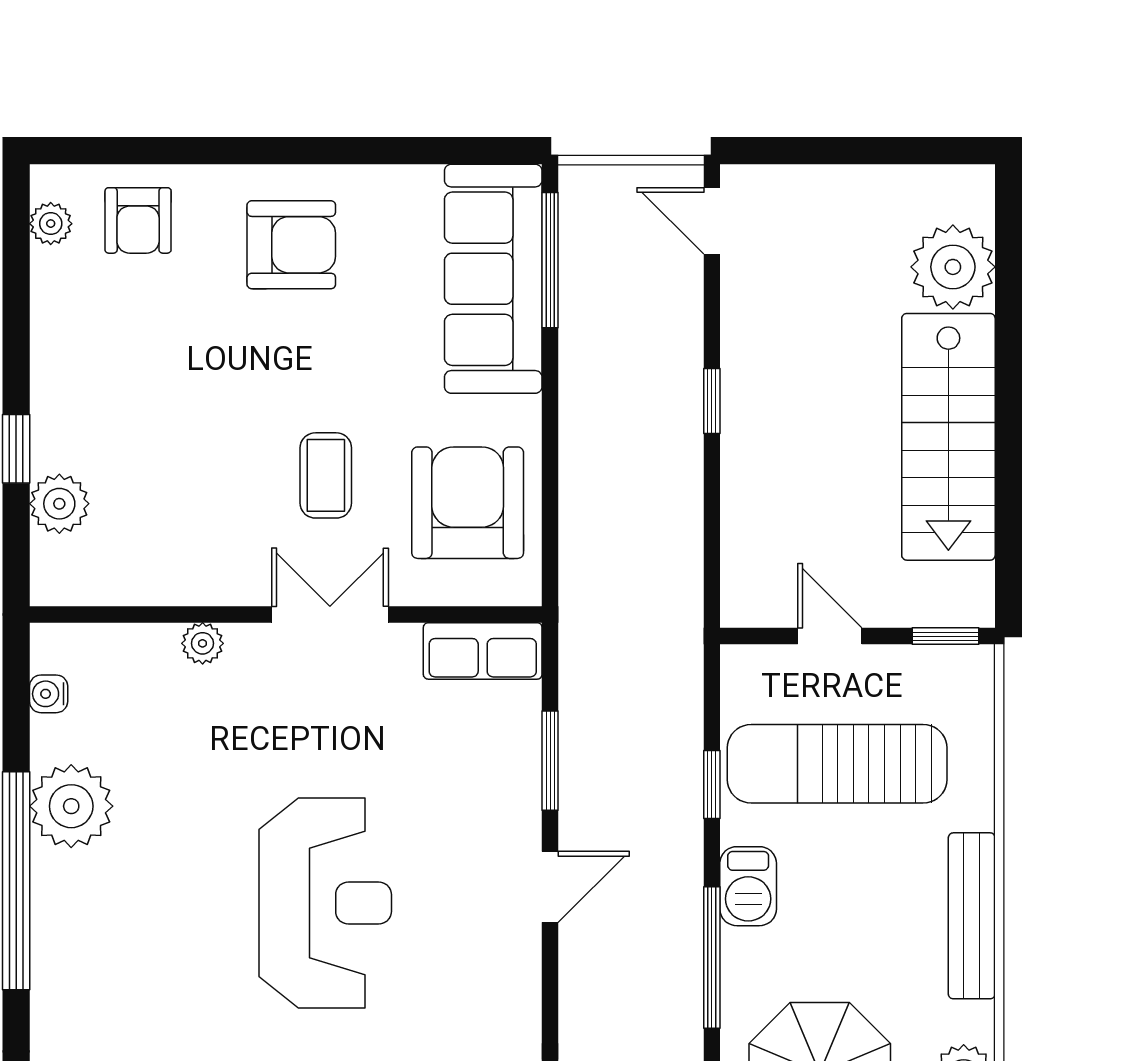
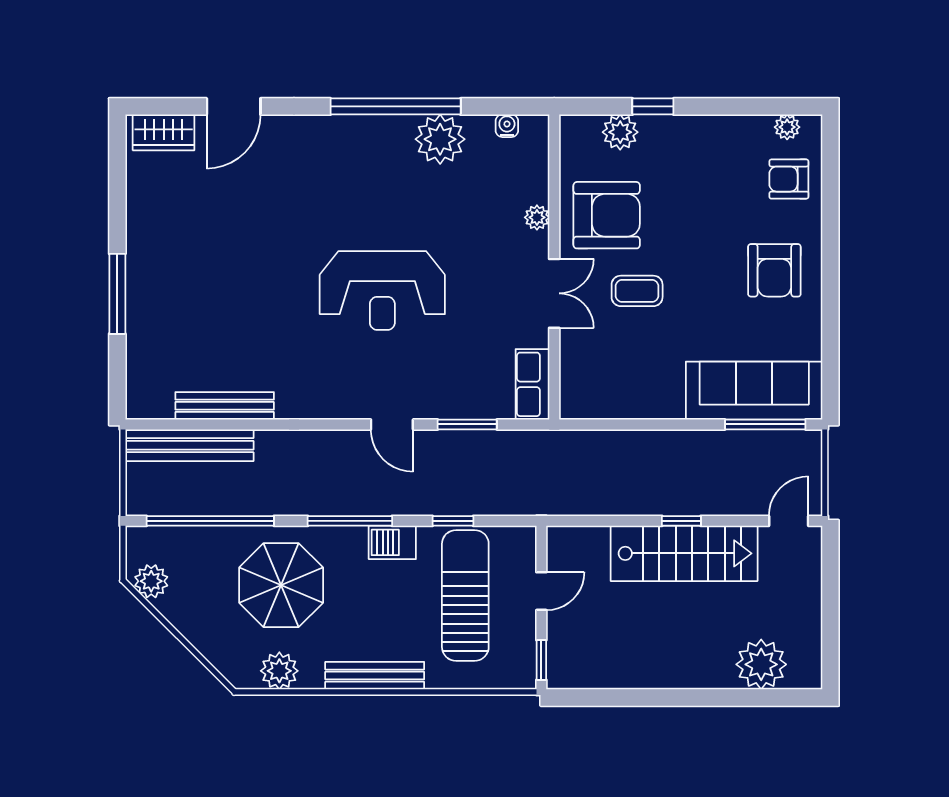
stairs: (948, 437) -> (684, 553), moved, turned 180
armchair: (468, 503) -> (607, 215), moved

